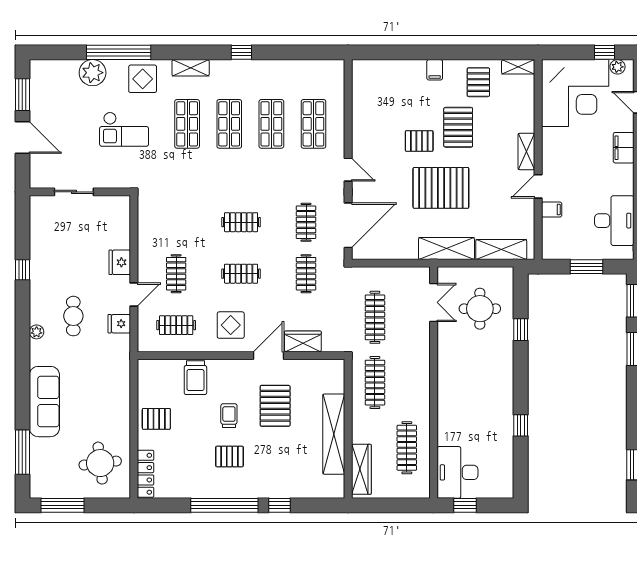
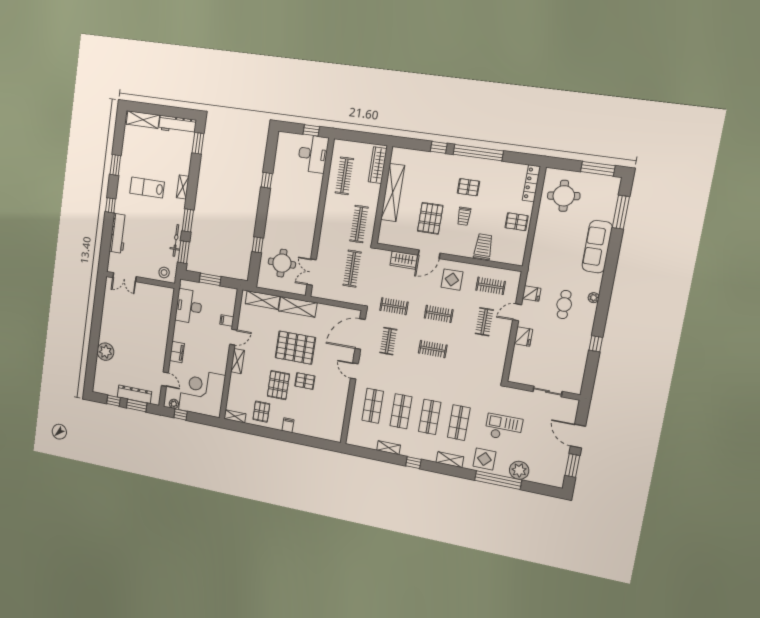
shelving: (281, 67) -> (389, 448), added
clothes rail: (306, 274) -> (394, 306), turned 90

